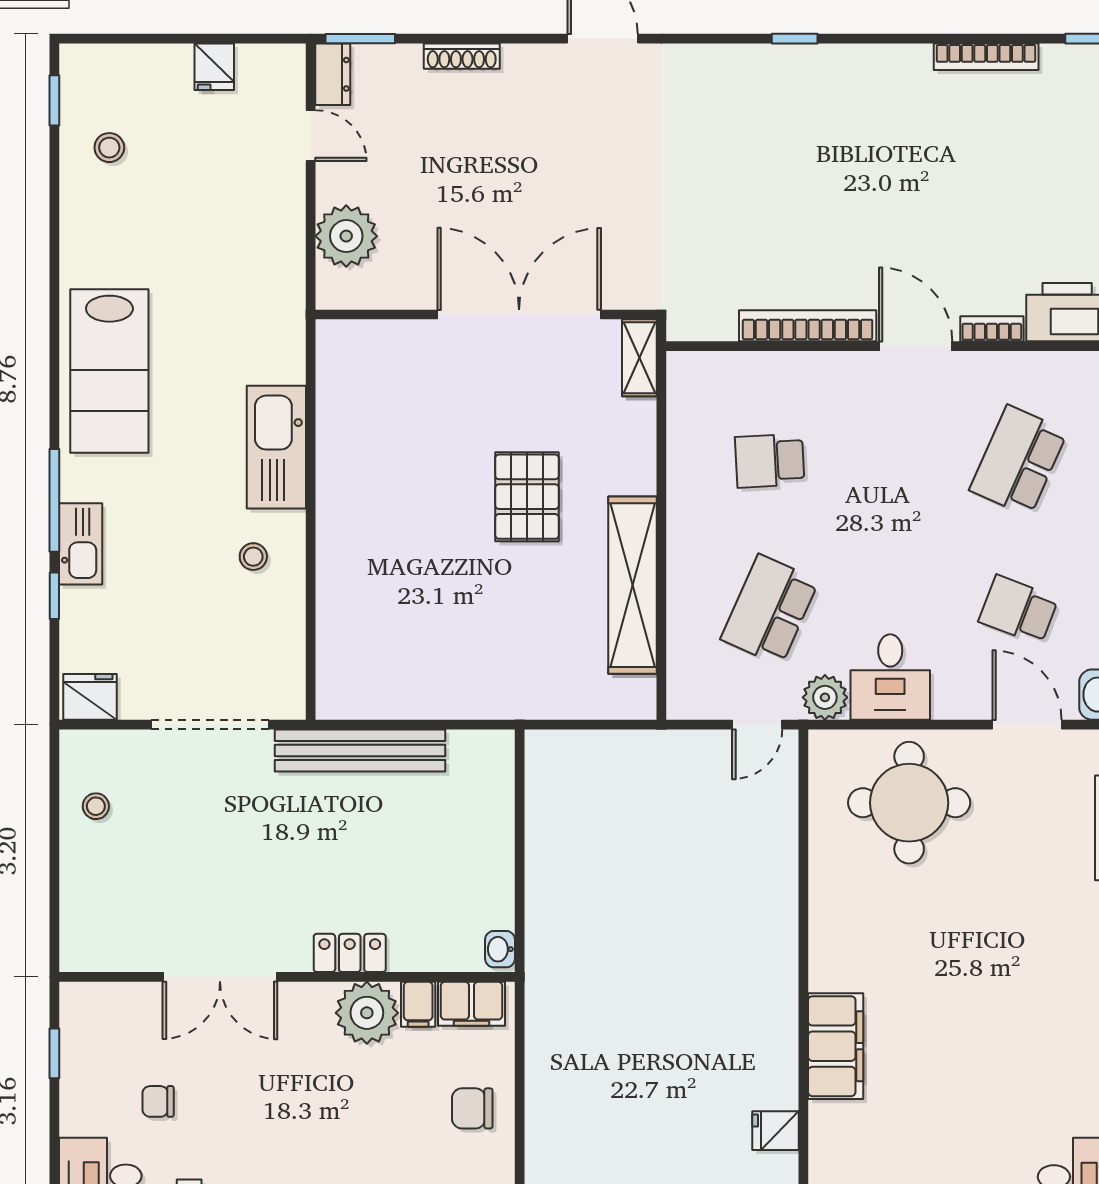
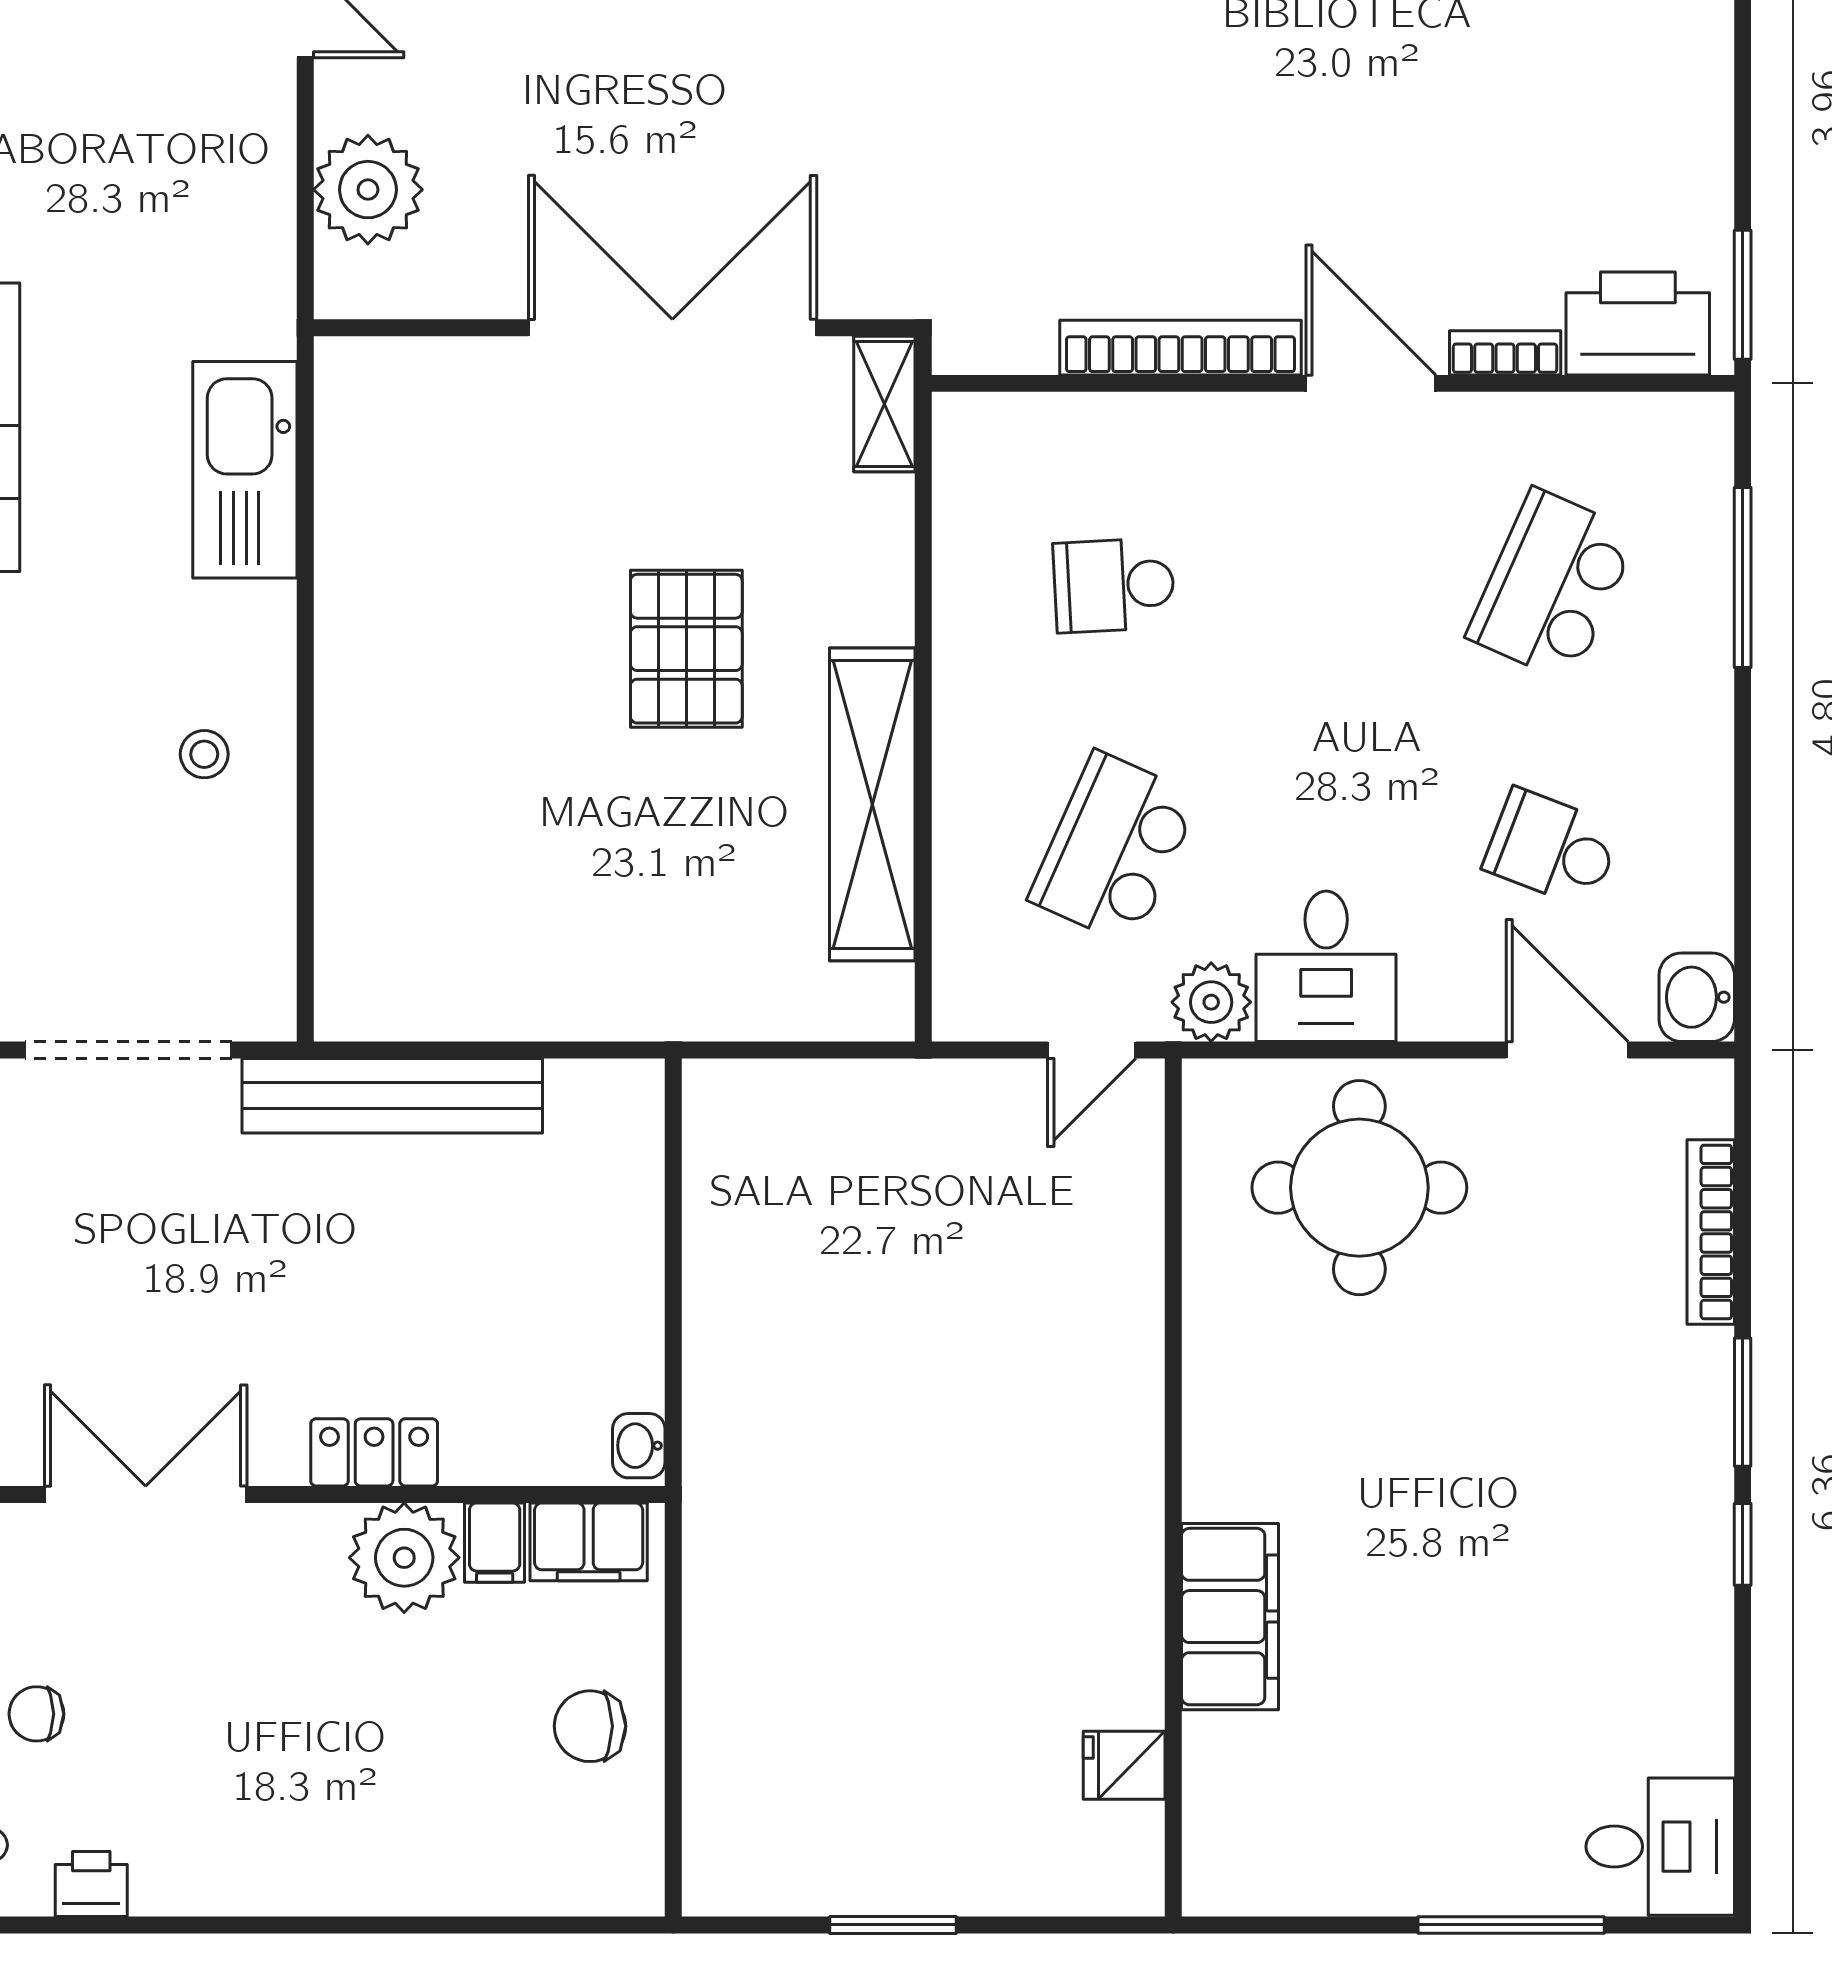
kitchen sink: (276, 447) -> (245, 470), moved
double door: (220, 977) -> (146, 1494), swing flipped

